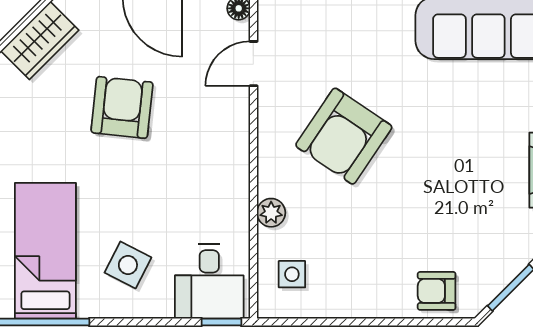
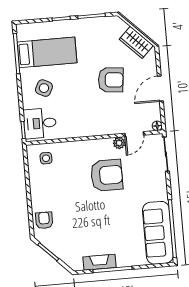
door: (253, 64) -> (134, 134), swing flipped
armchair: (344, 136) -> (107, 175), turned 146
plant: (271, 213) -> (119, 143), moved

